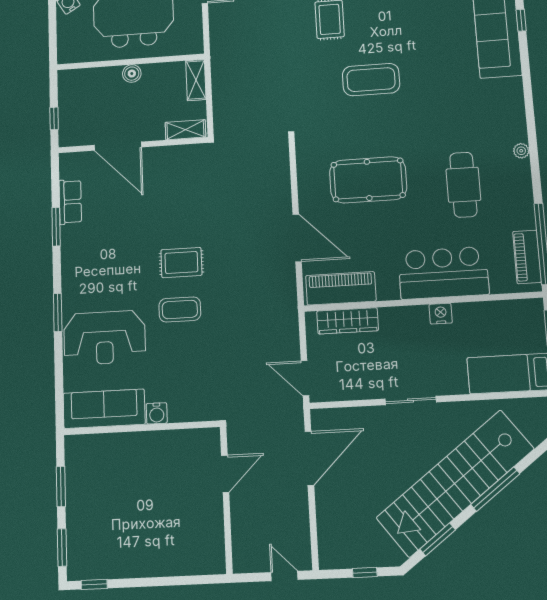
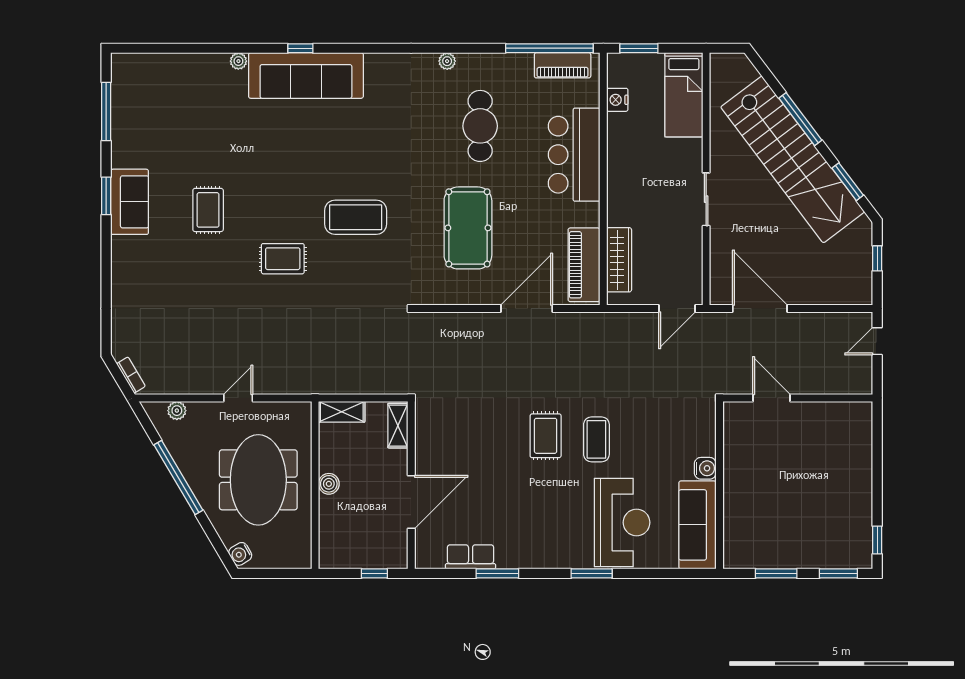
coffee table: (371, 80) -> (356, 217), turned 90
cafe table: (463, 185) -> (480, 126), turned 90
nightstand: (441, 314) -> (617, 100), moved

